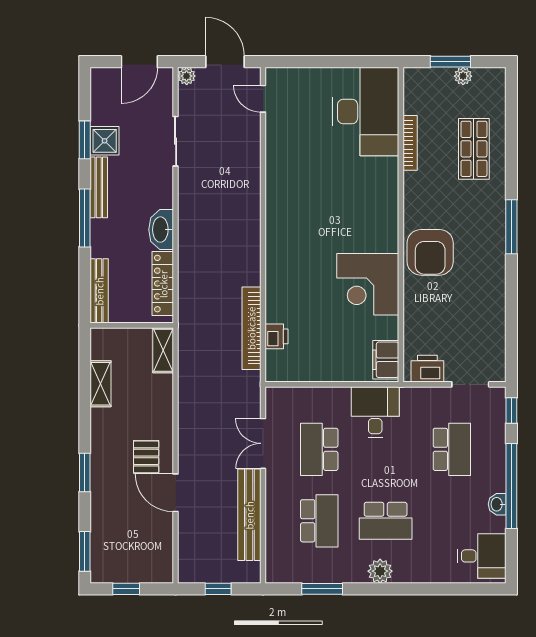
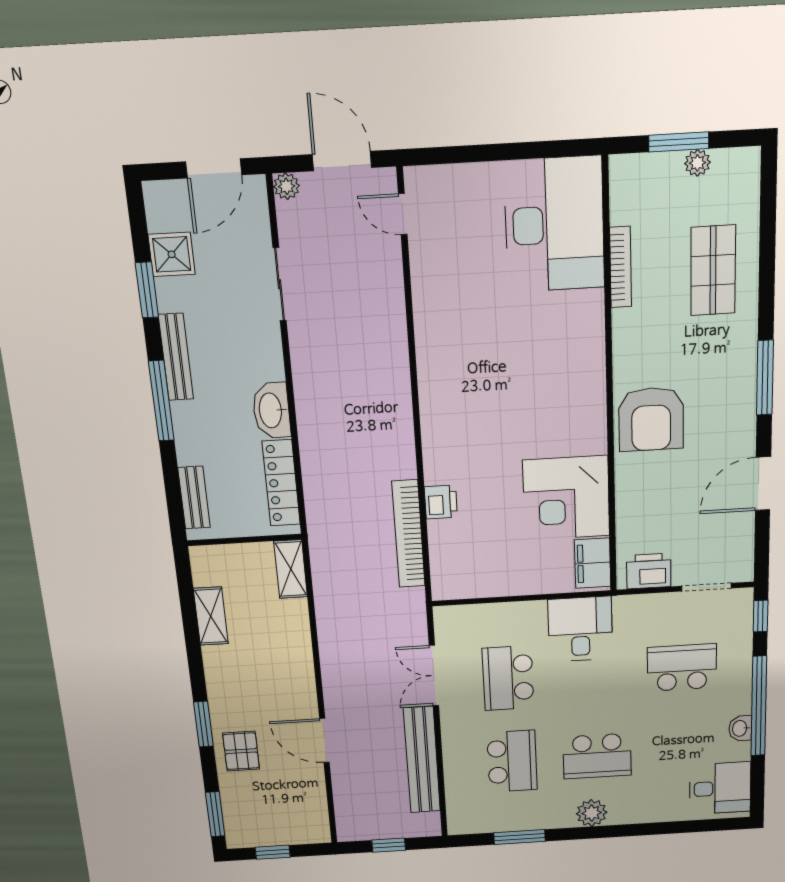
shower: (105, 141) -> (172, 254), moved
corner desk: (368, 284) -> (566, 498), moved
bench: (99, 291) -> (194, 498), width x0.73
door: (511, 306) -> (763, 484), added
printer: (277, 336) -> (441, 502), moved
school desk: (452, 449) -> (682, 668), turned -90
pallet: (146, 457) -> (241, 751), moved

